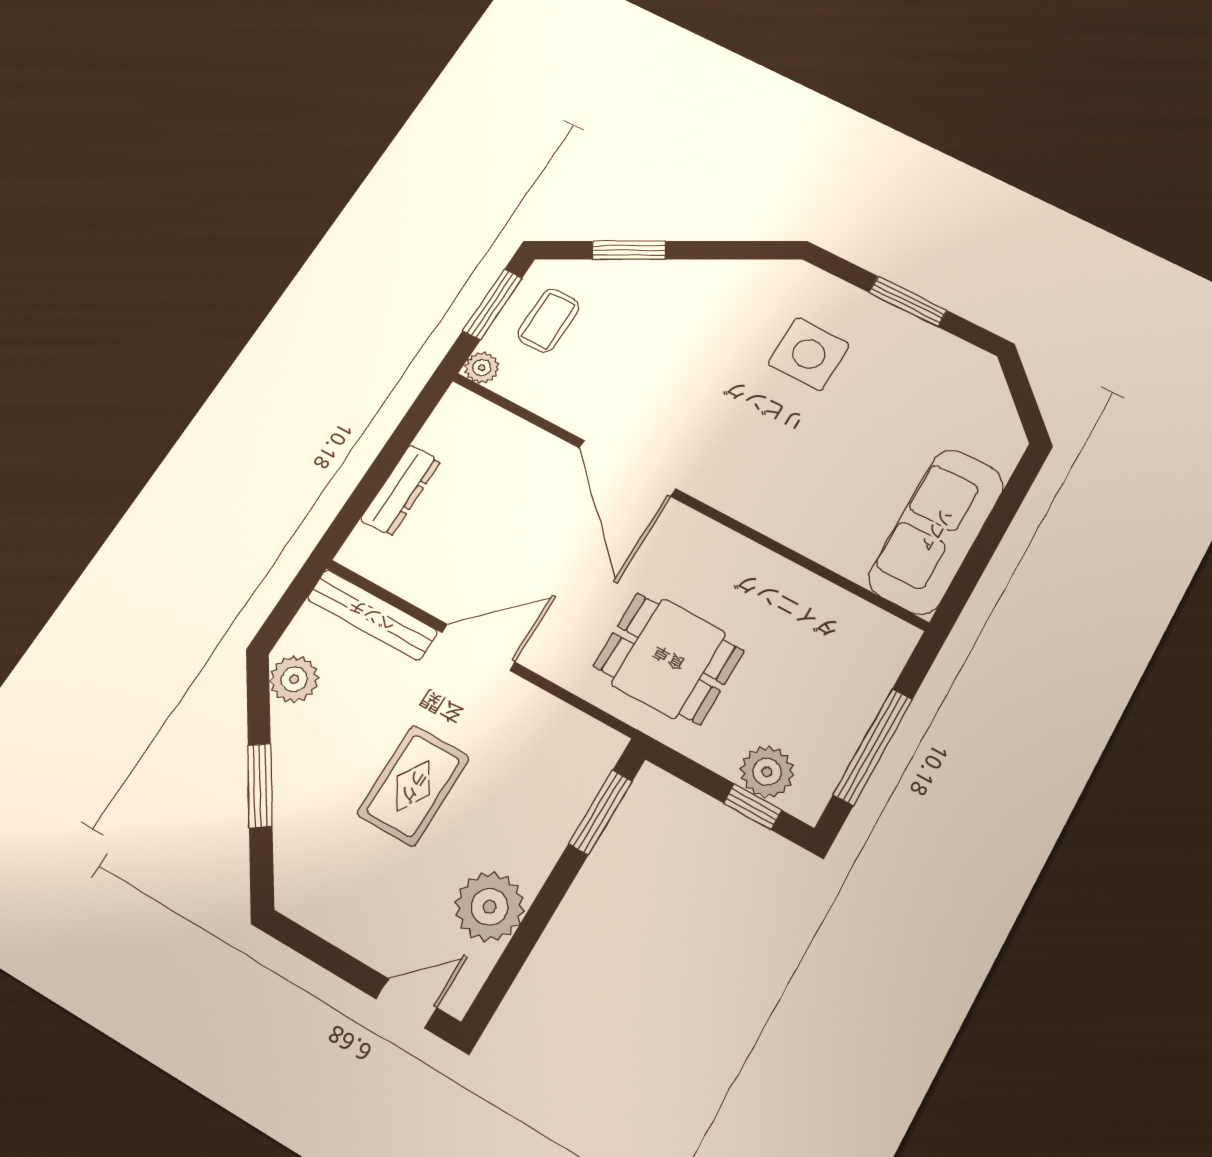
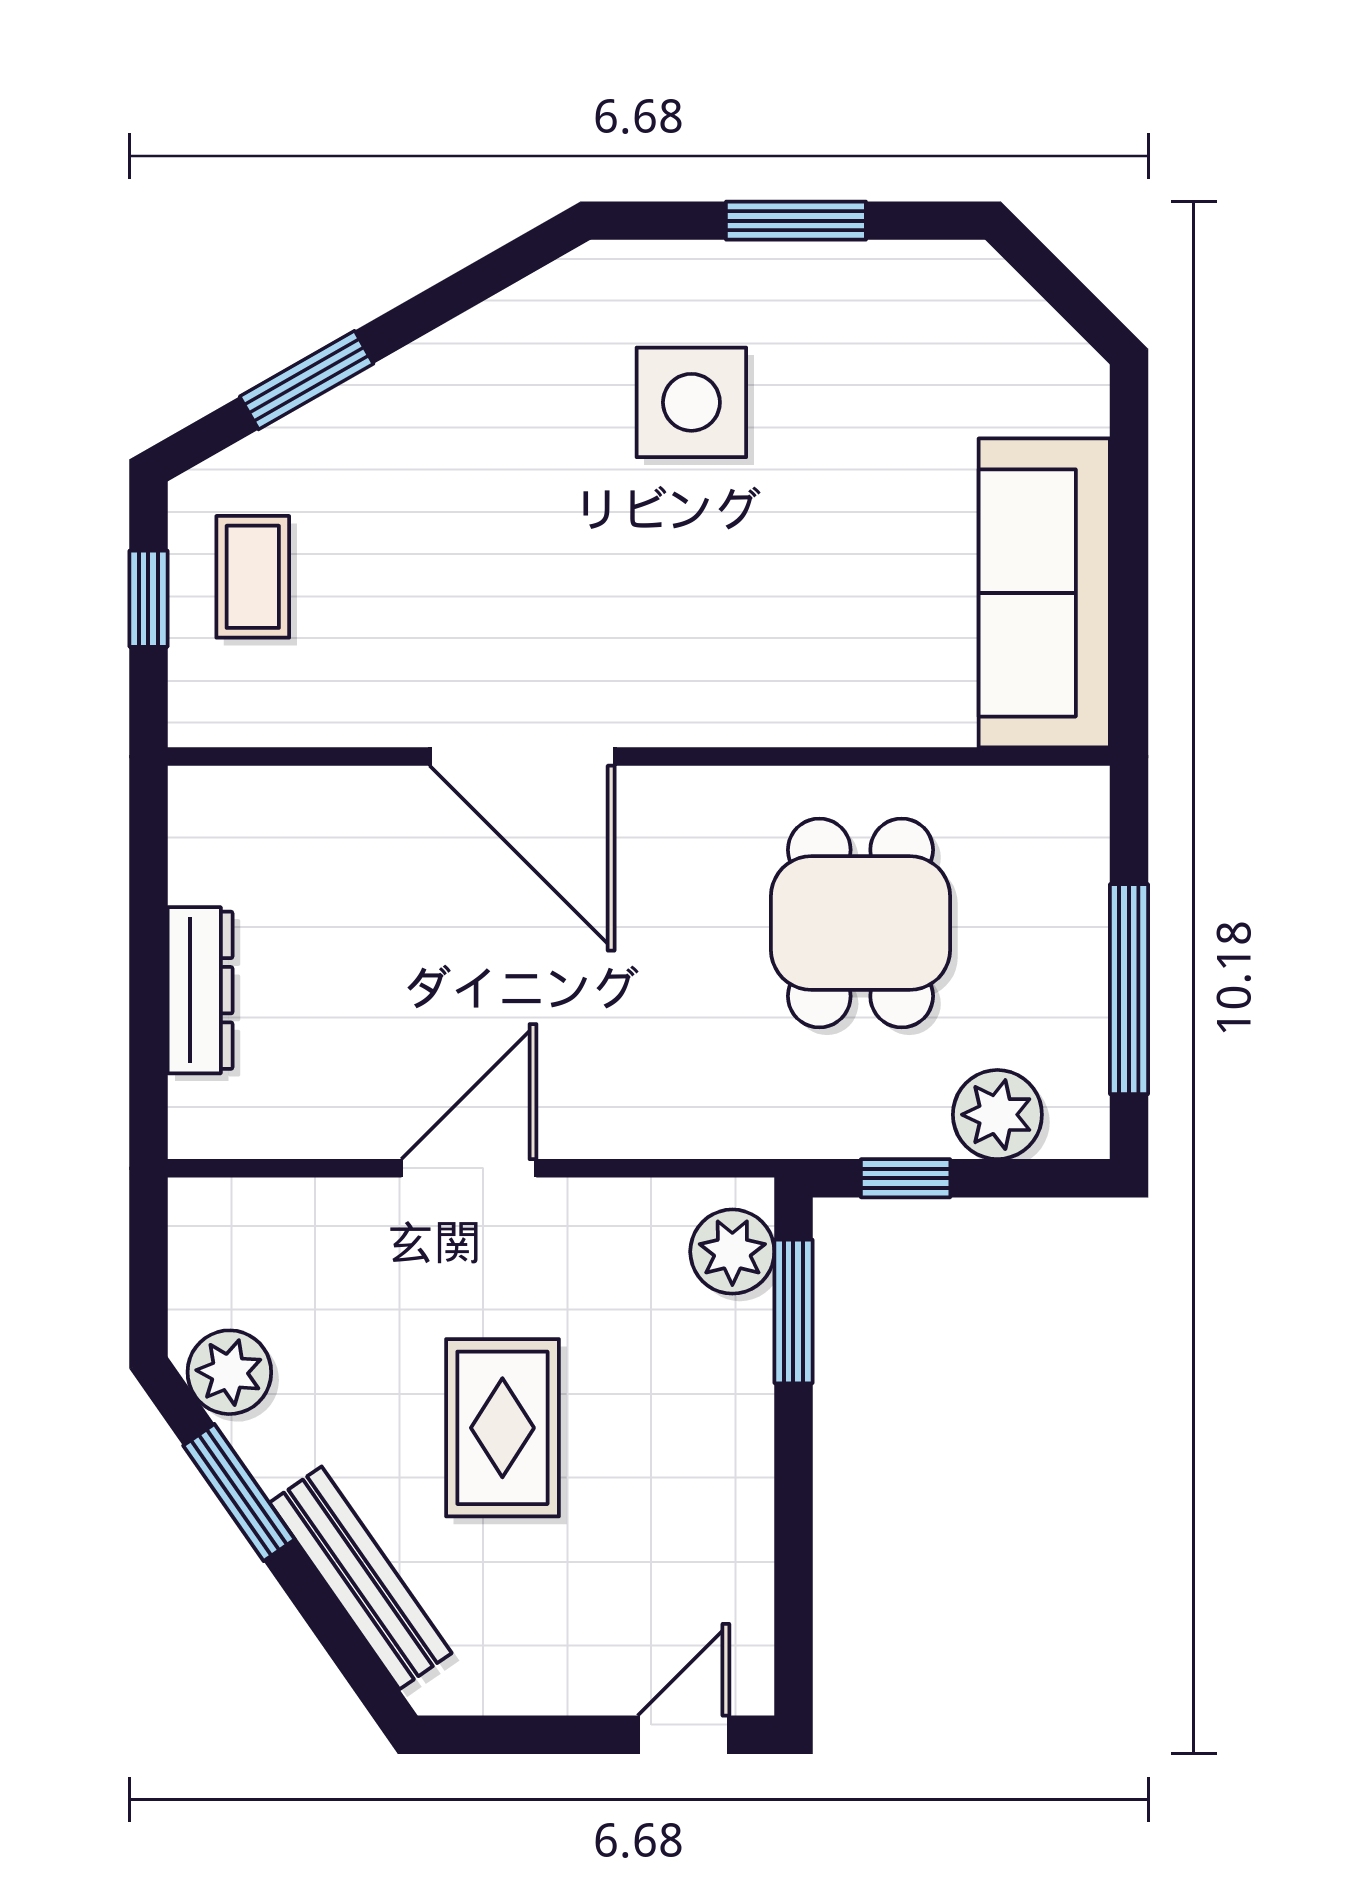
window: (493, 304) -> (148, 599), width x0.67
plant: (482, 368) -> (198, 717), removed
bench: (372, 615) -> (361, 1578), moved, turned 55
dining table: (669, 658) -> (860, 923), moved, turned 90
window: (260, 786) -> (239, 1493), moved
window: (753, 807) -> (906, 1178), moved
plant: (489, 907) -> (732, 1252), moved, width x0.73, depth x0.73

